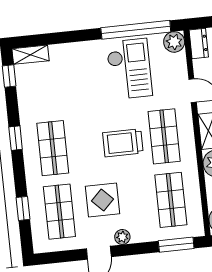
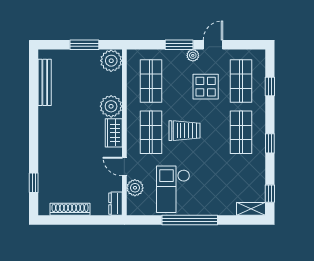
window: (136, 30) -> (190, 220), moved
plant: (174, 42) -> (135, 188), moved
window: (176, 245) -> (179, 45), moved

